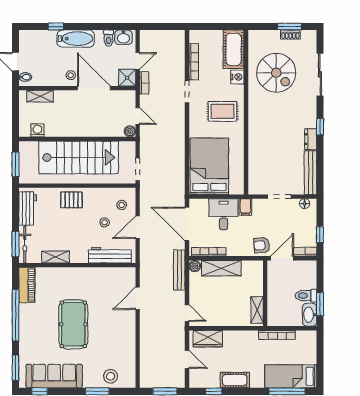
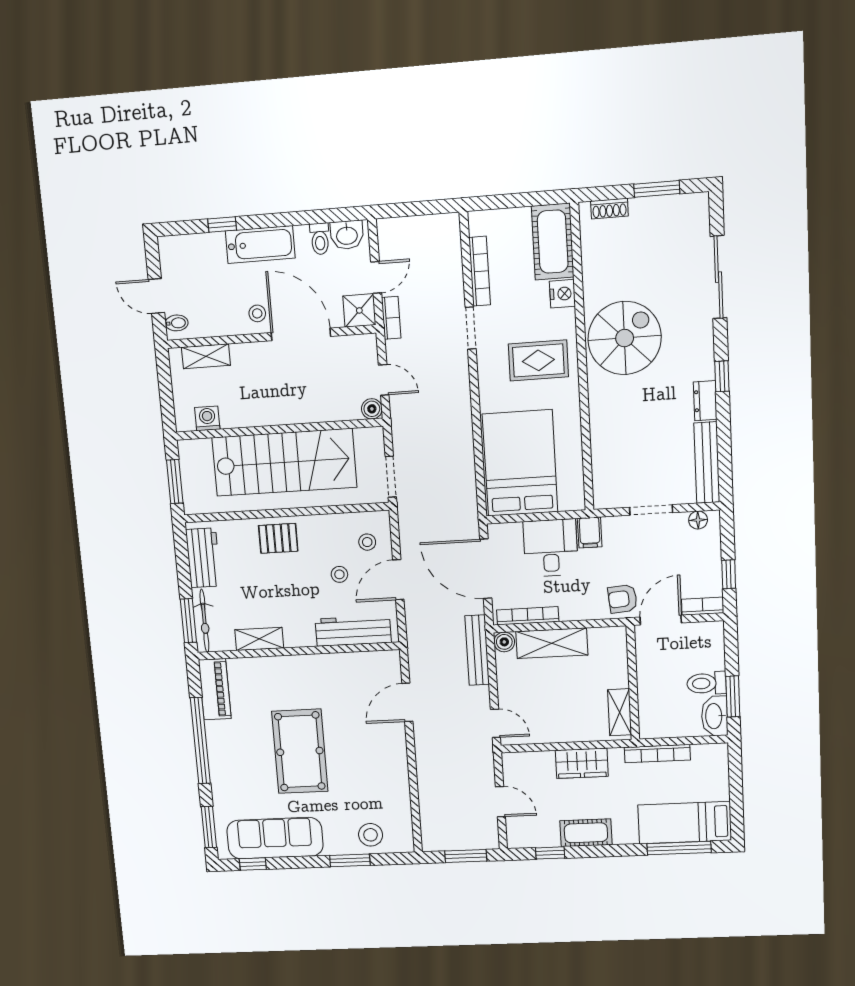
shoe rack: (290, 35) -> (609, 209), moved
spiral stairs: (276, 73) -> (625, 338), moved, turned -90
wardrobe: (208, 339) -> (582, 763), moved

